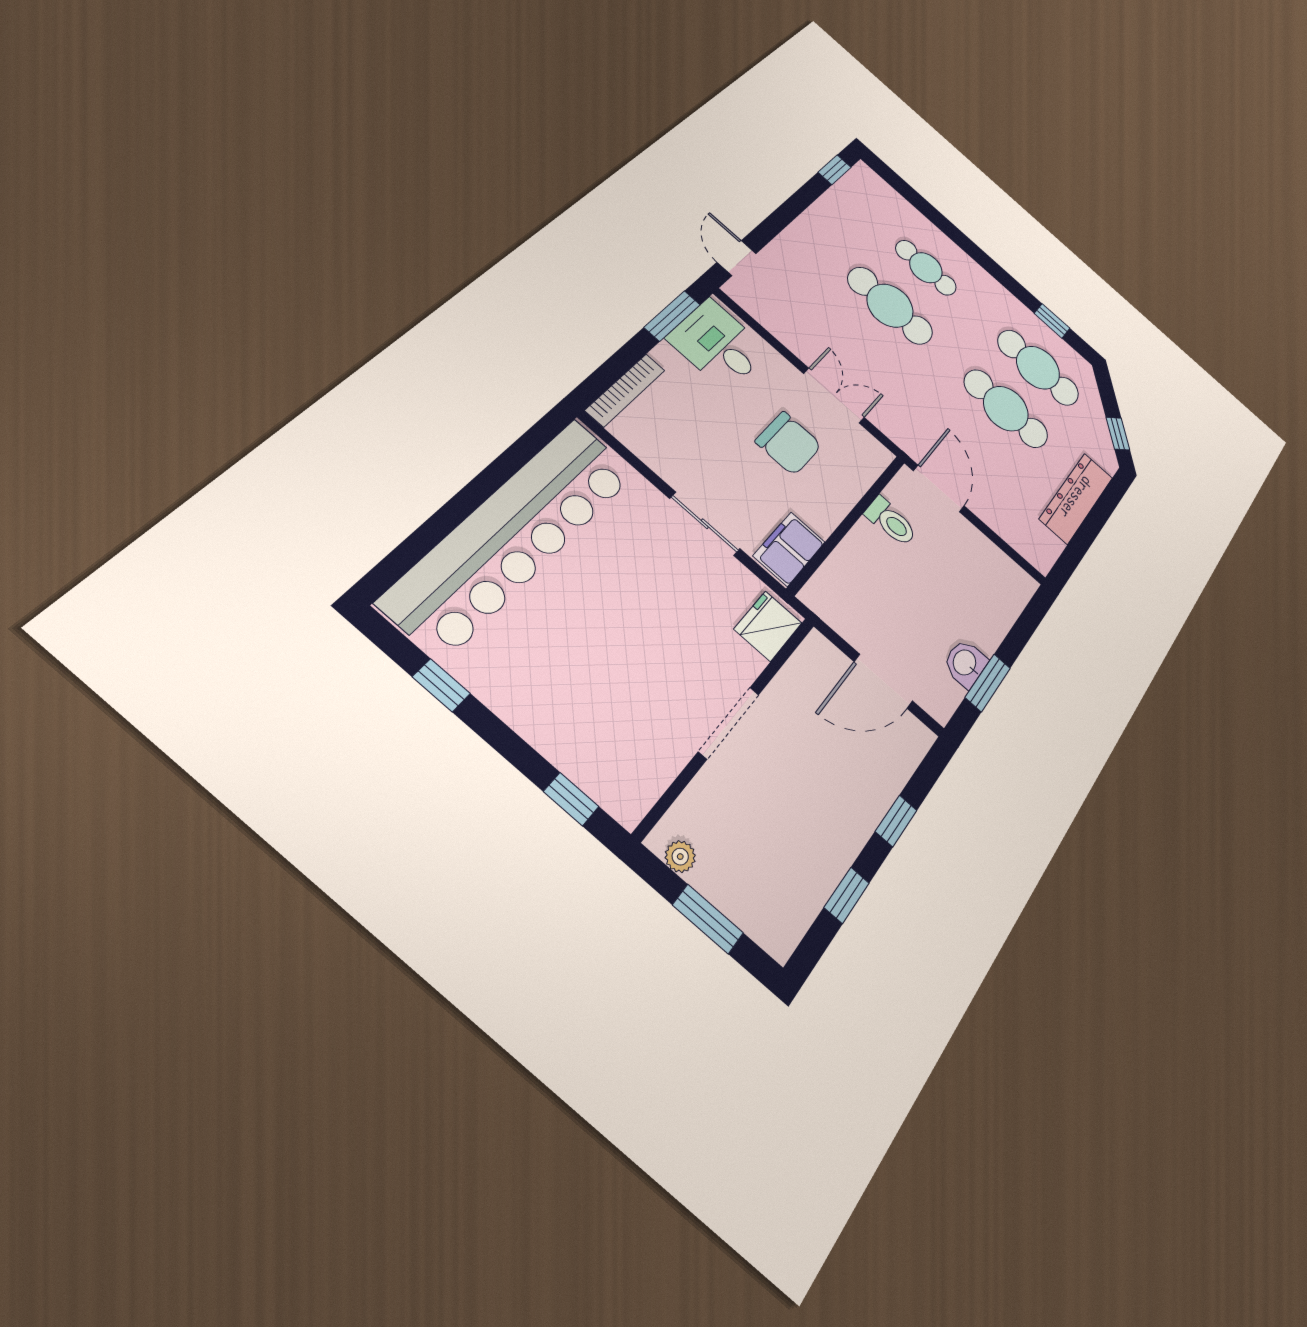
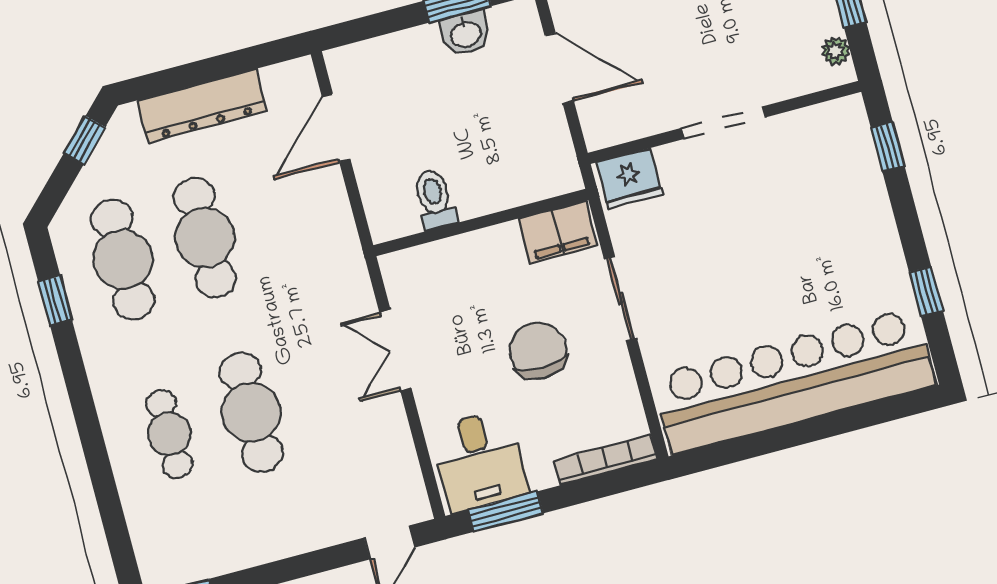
chair: (789, 443) -> (538, 351), moved
door: (939, 488) -> (336, 128), moved

